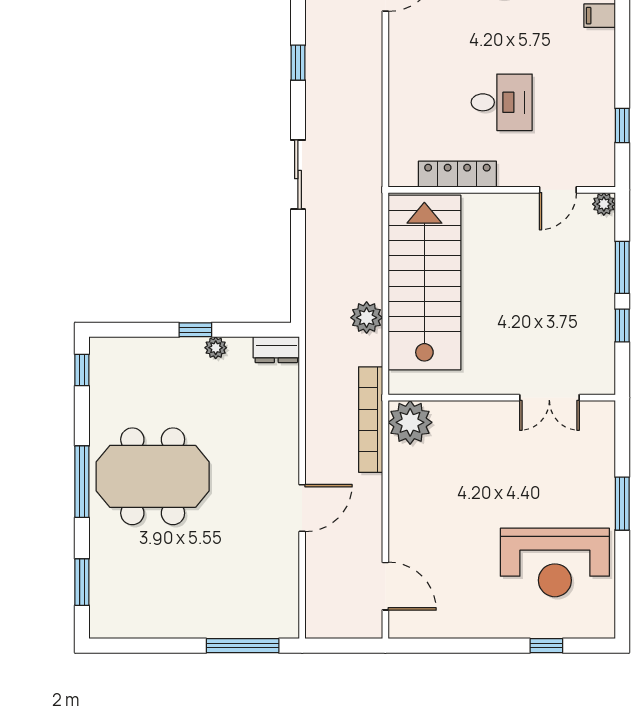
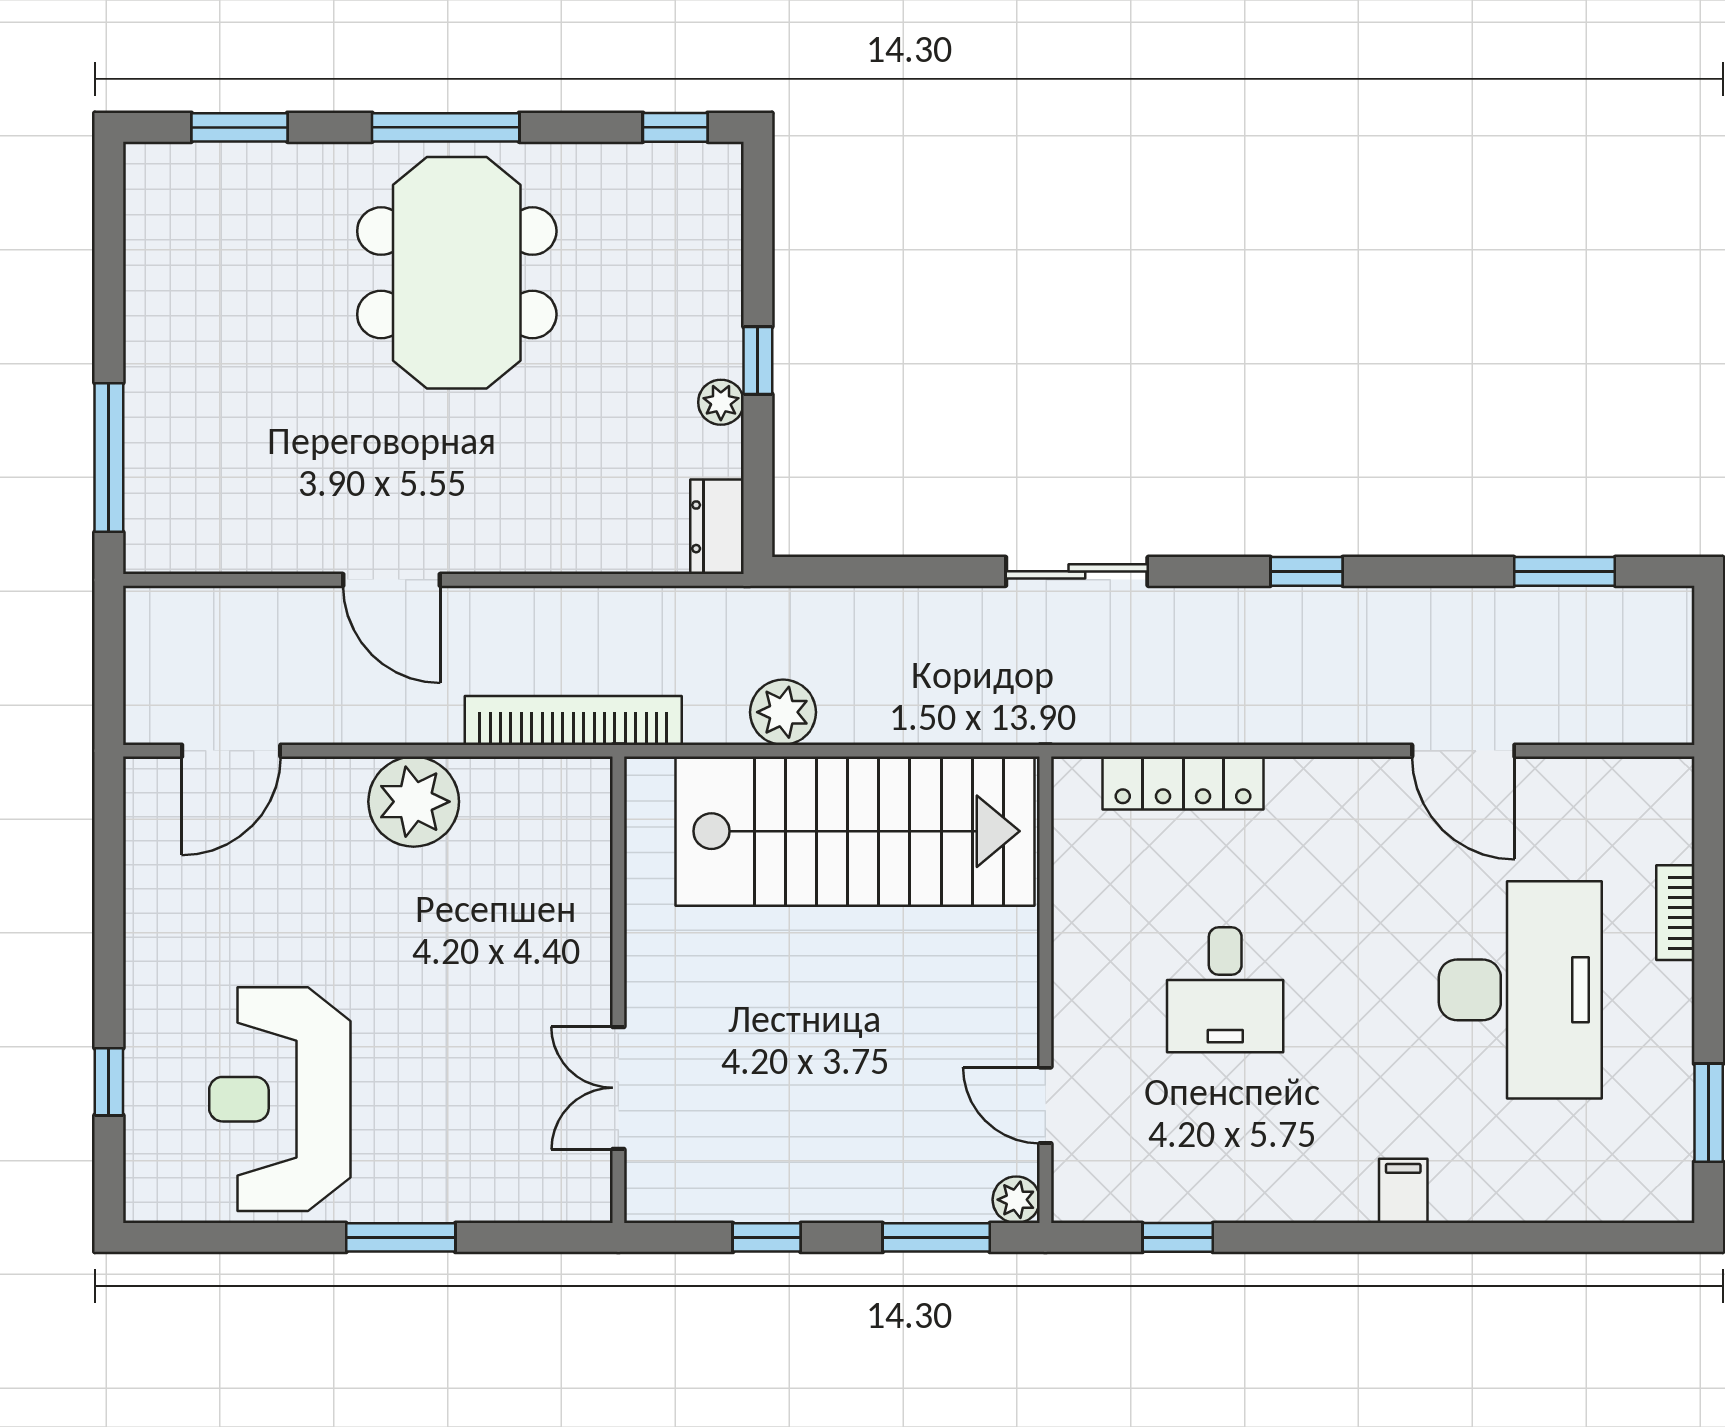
locker: (457, 174) -> (1183, 783), moved, turned 90
window: (622, 267) -> (936, 1237), moved
plant: (410, 422) -> (414, 802), moved

